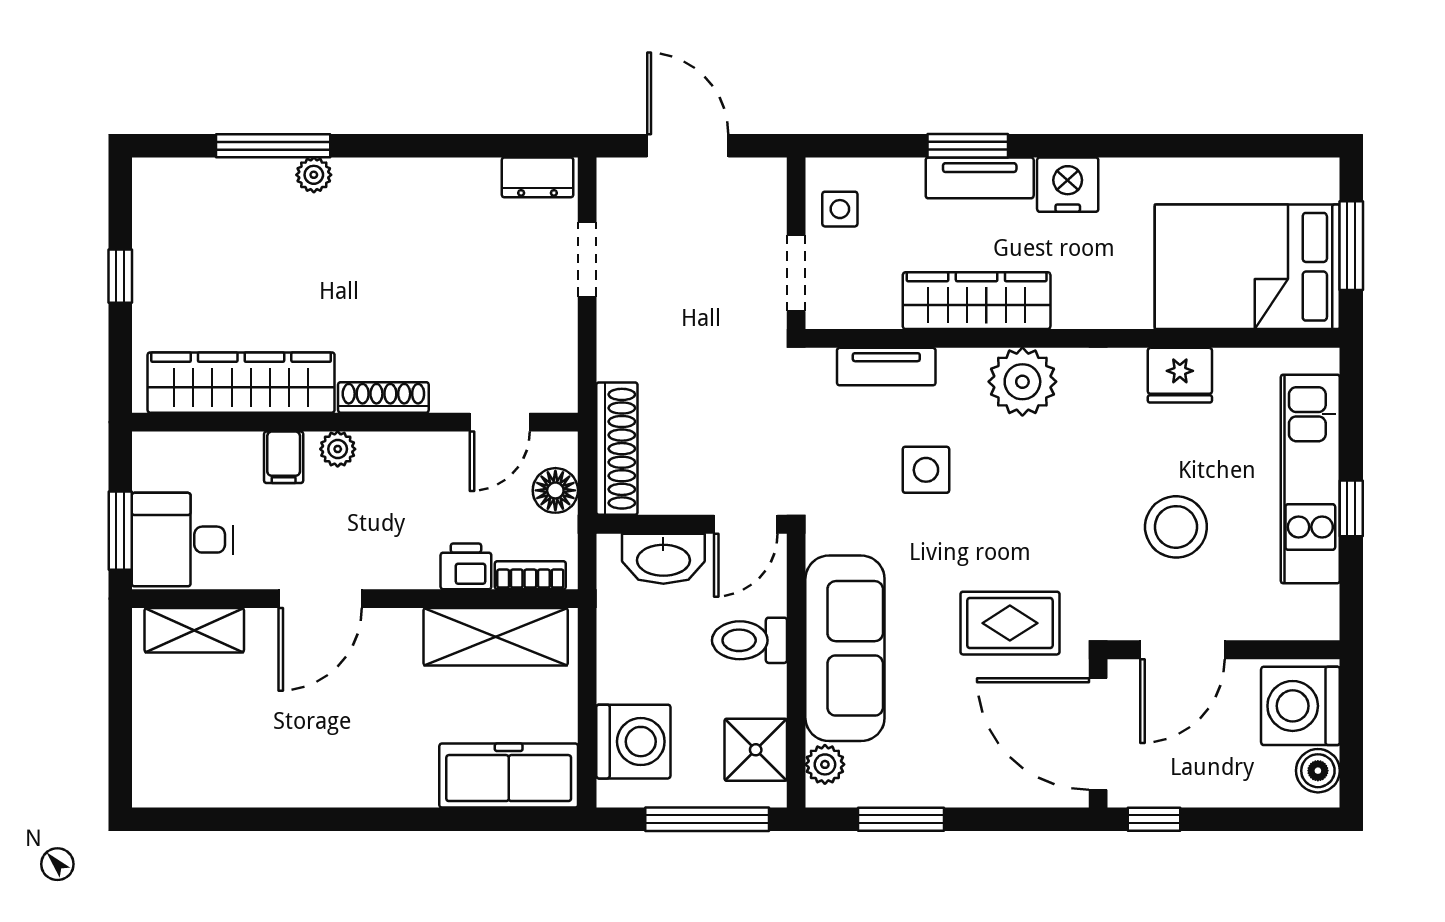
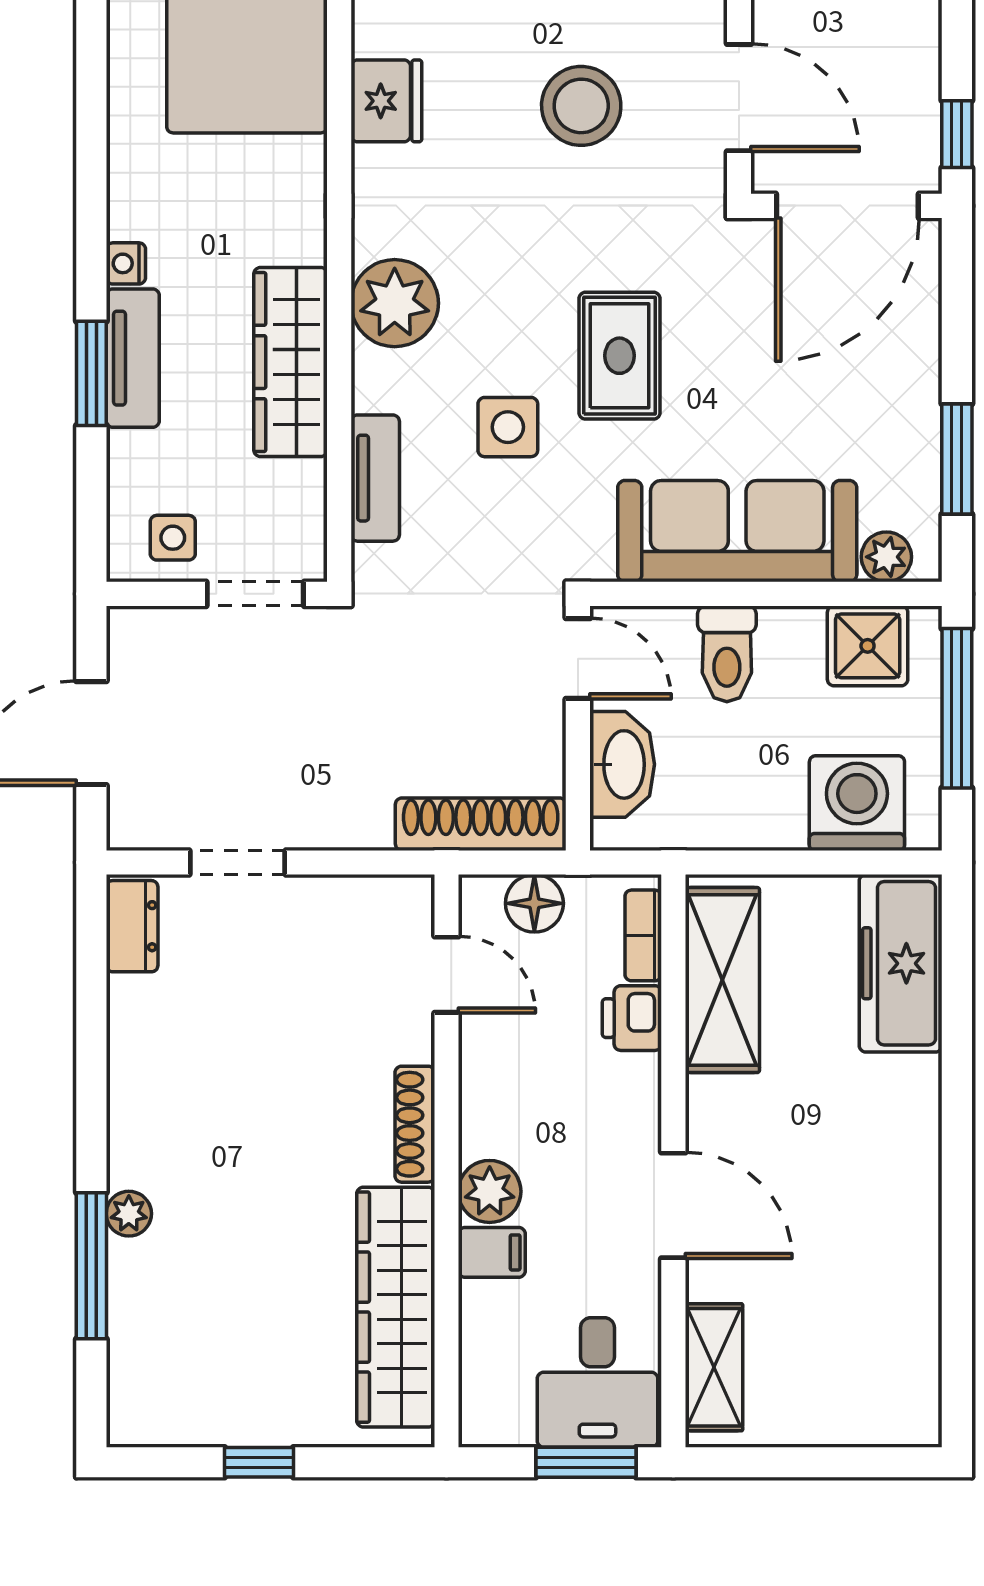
nightstand: (1068, 185) -> (126, 263), width x0.53, depth x0.56
plant: (338, 449) -> (490, 1191), width x1.38, depth x1.38
rug: (1010, 623) -> (619, 356), moved

